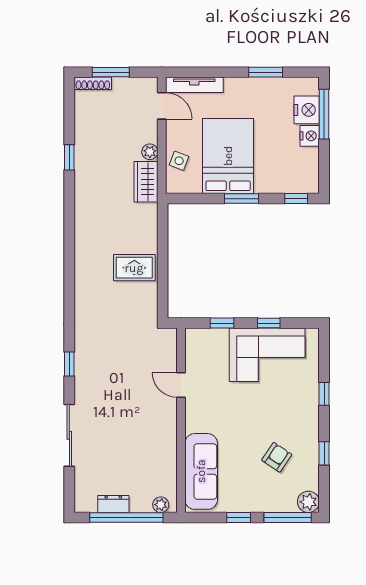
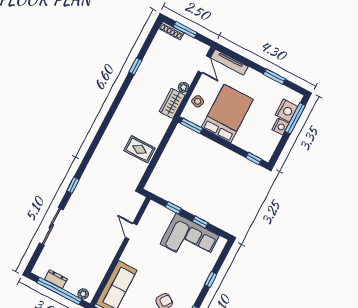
window: (242, 199) -> (192, 126), moved

